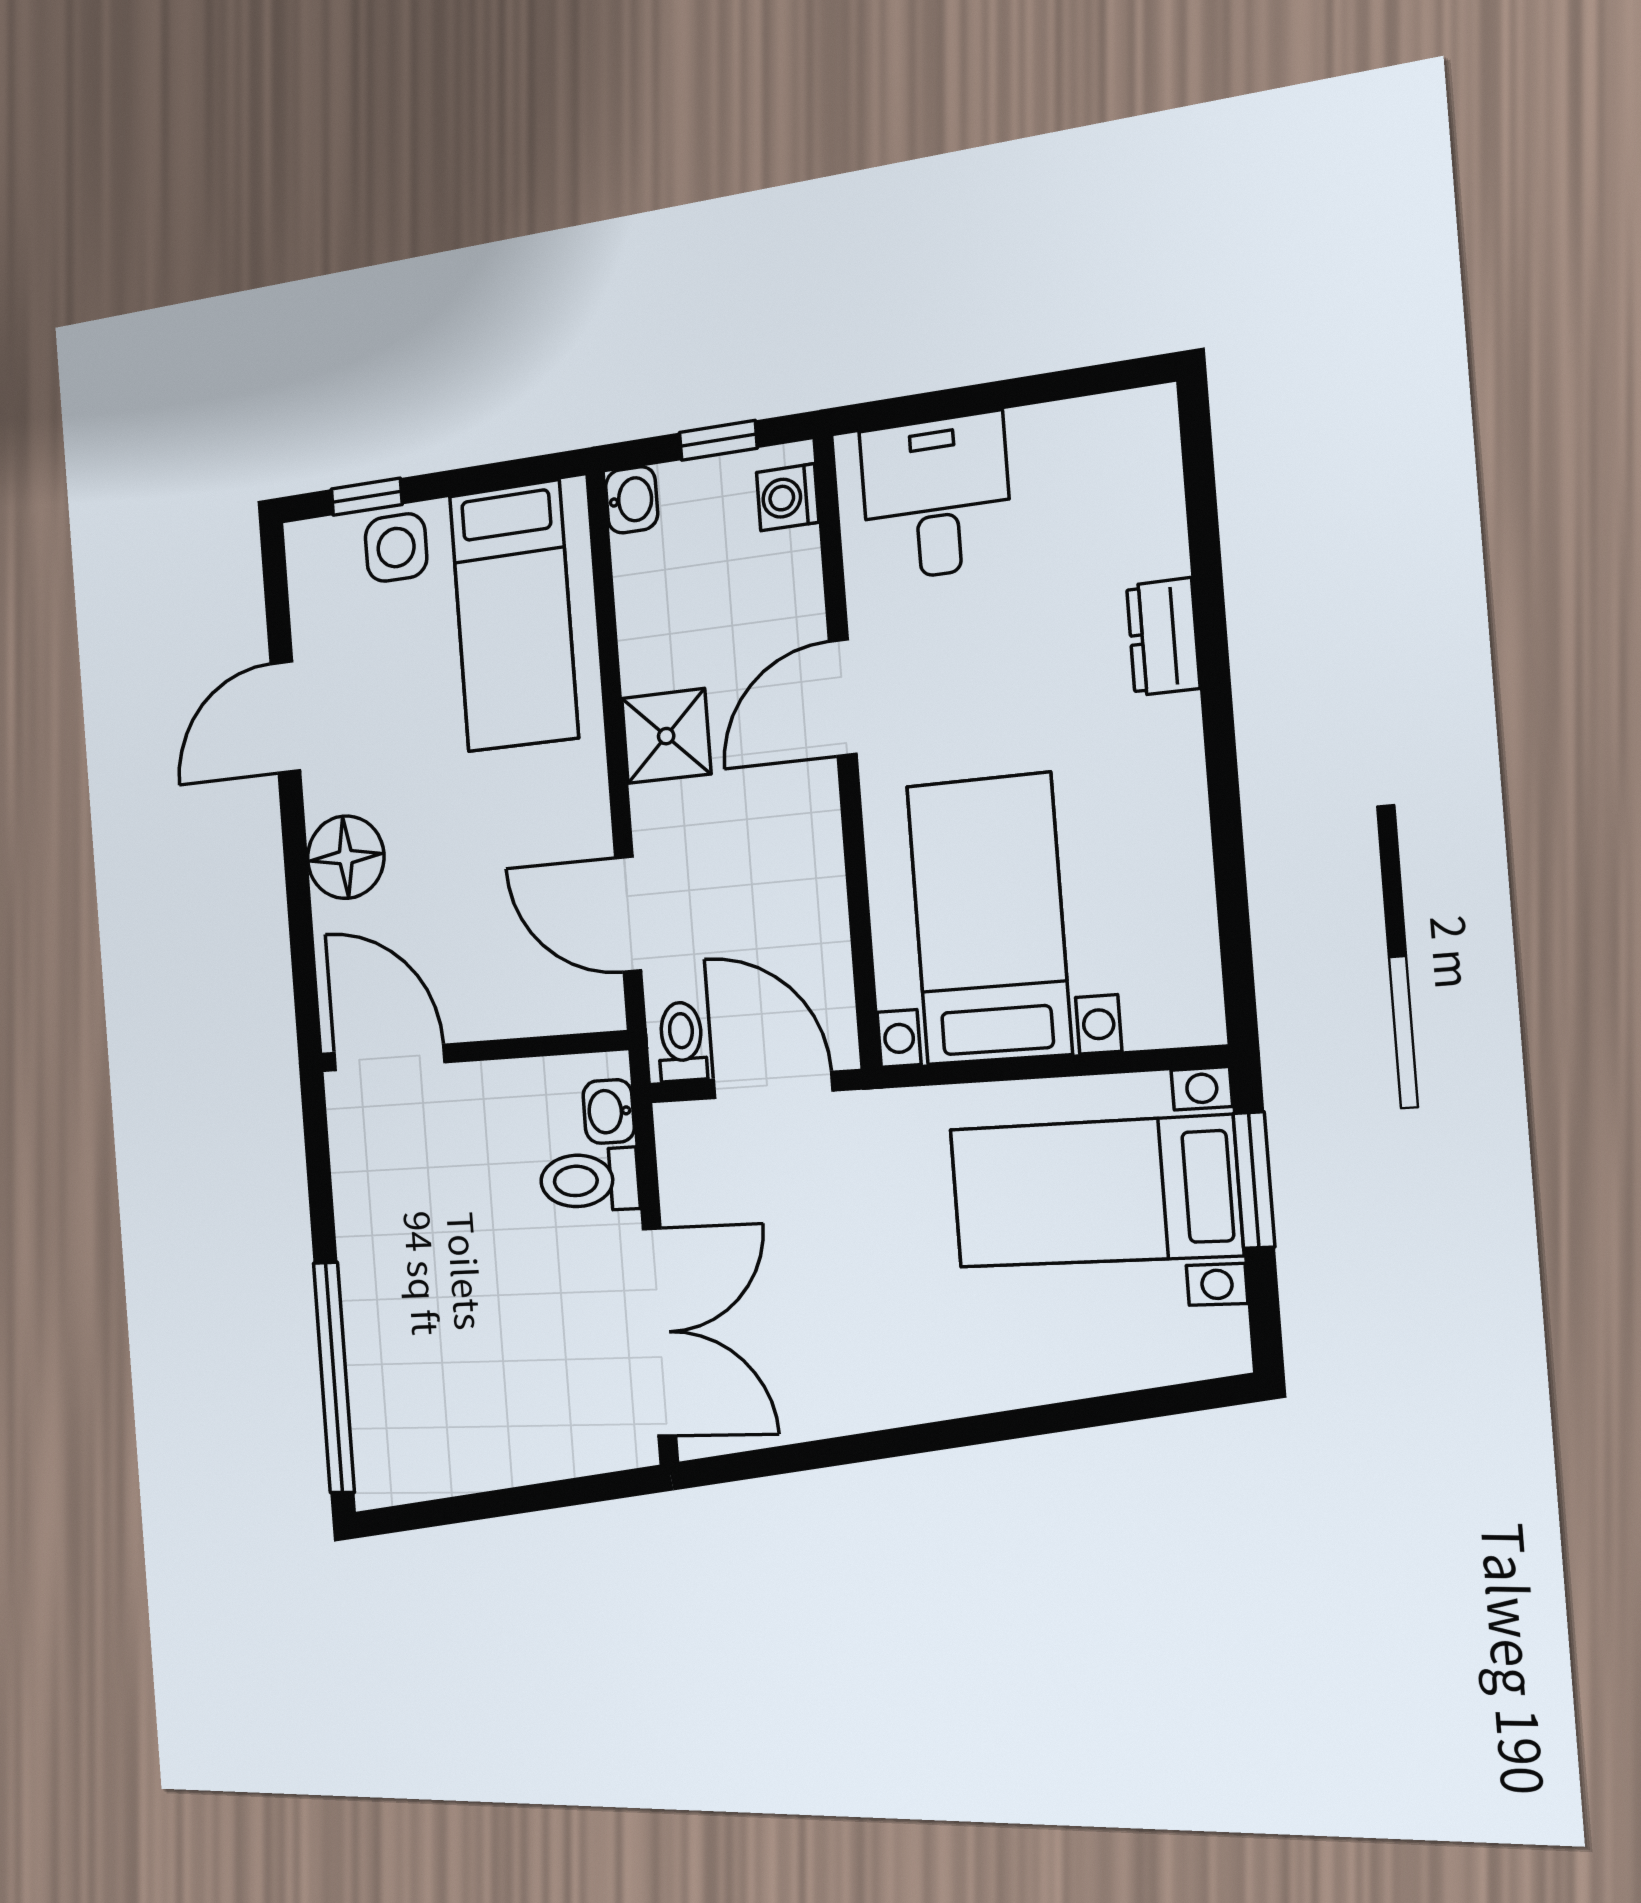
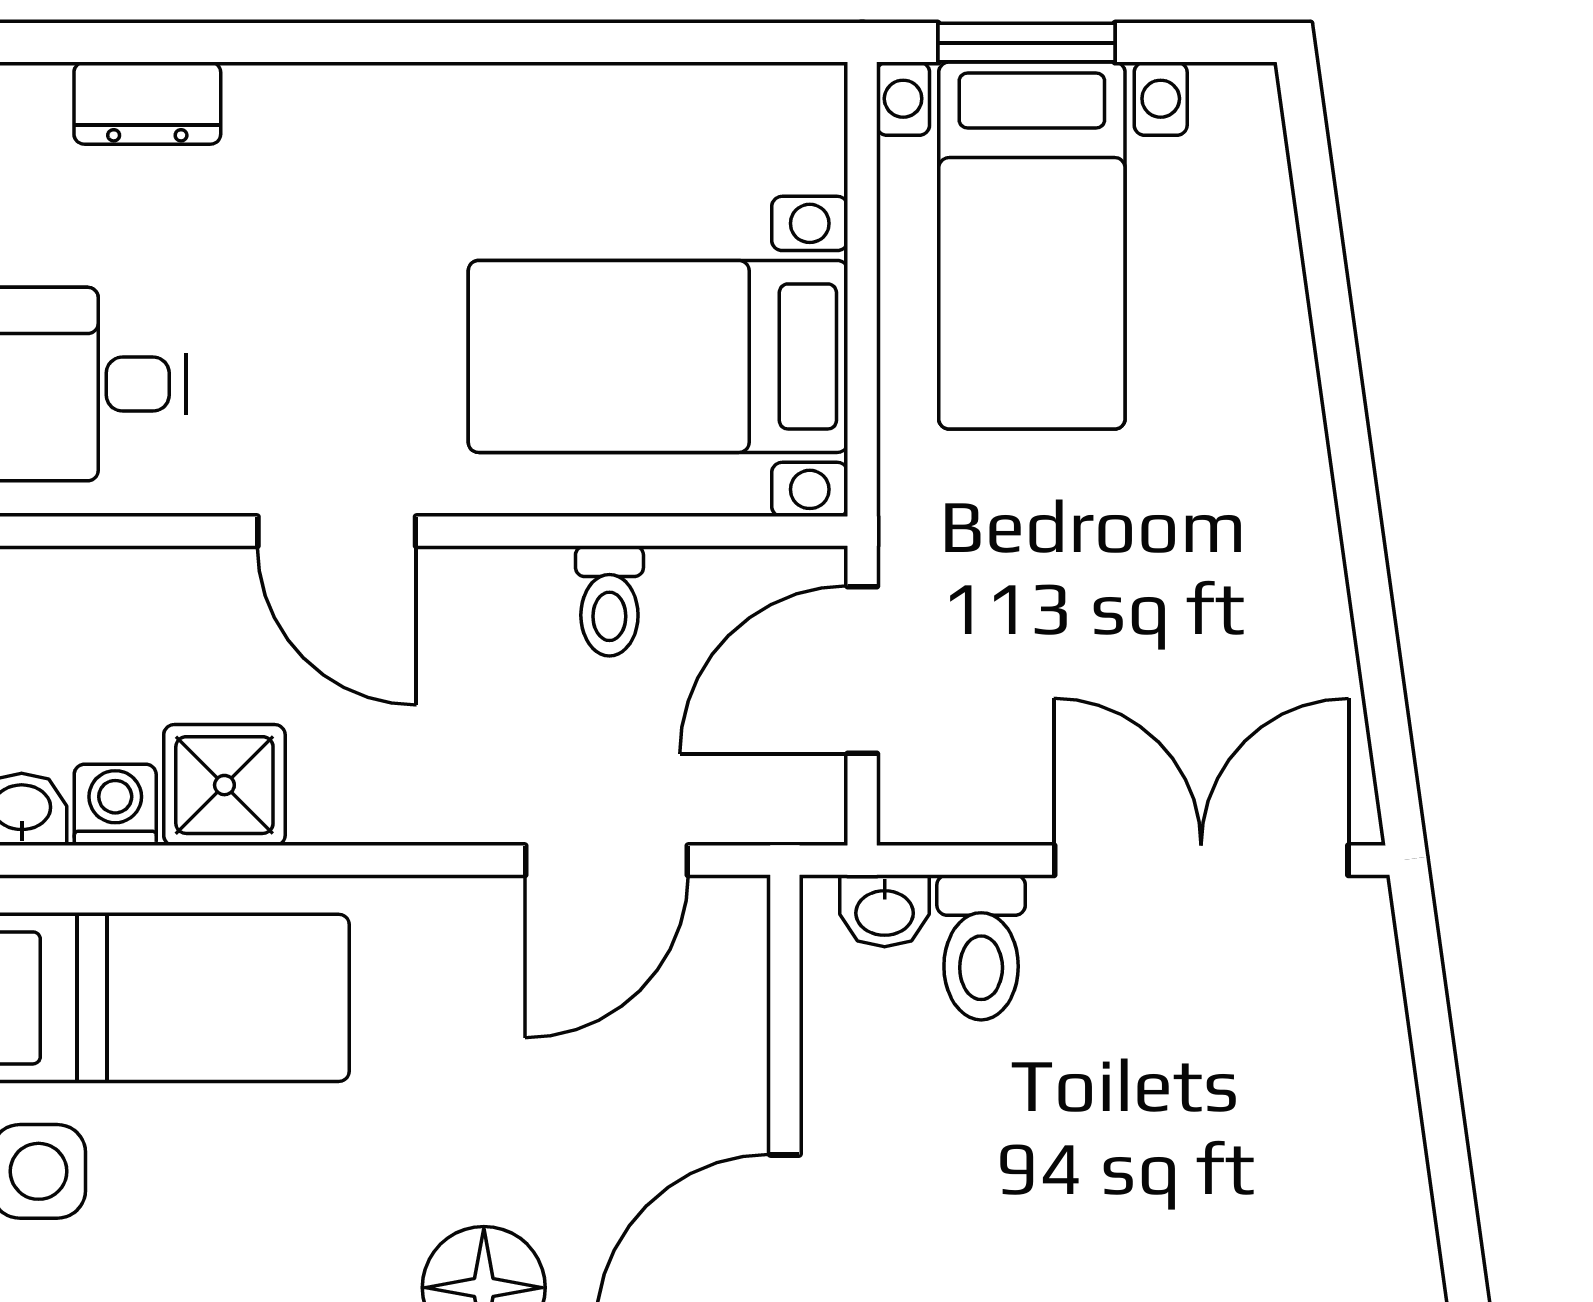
washing machine: (788, 497) -> (115, 805), moved, turned 180
dresser: (1163, 637) -> (147, 103), moved
shower: (666, 736) -> (224, 785), moved
toilet: (682, 1042) -> (609, 601), moved, turned -90

